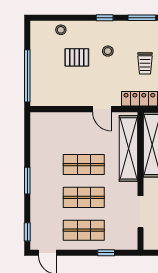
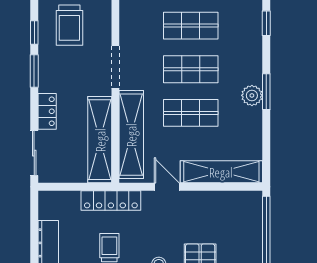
shelving: (61, 120) -> (221, 172), added
plant: (38, 178) -> (252, 95), added
doorway: (140, 212) -> (115, 67), moved

